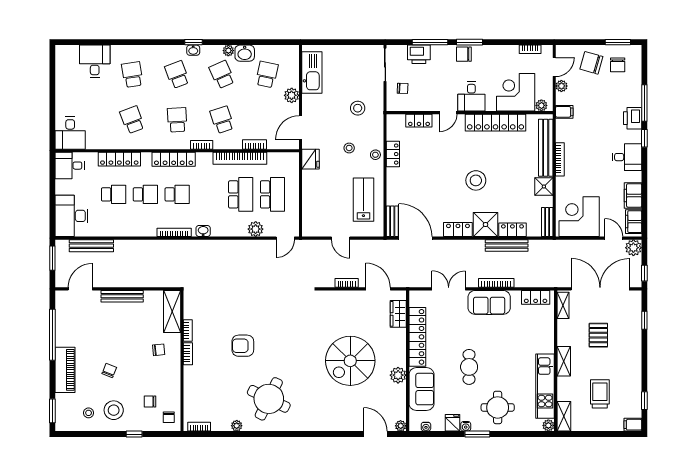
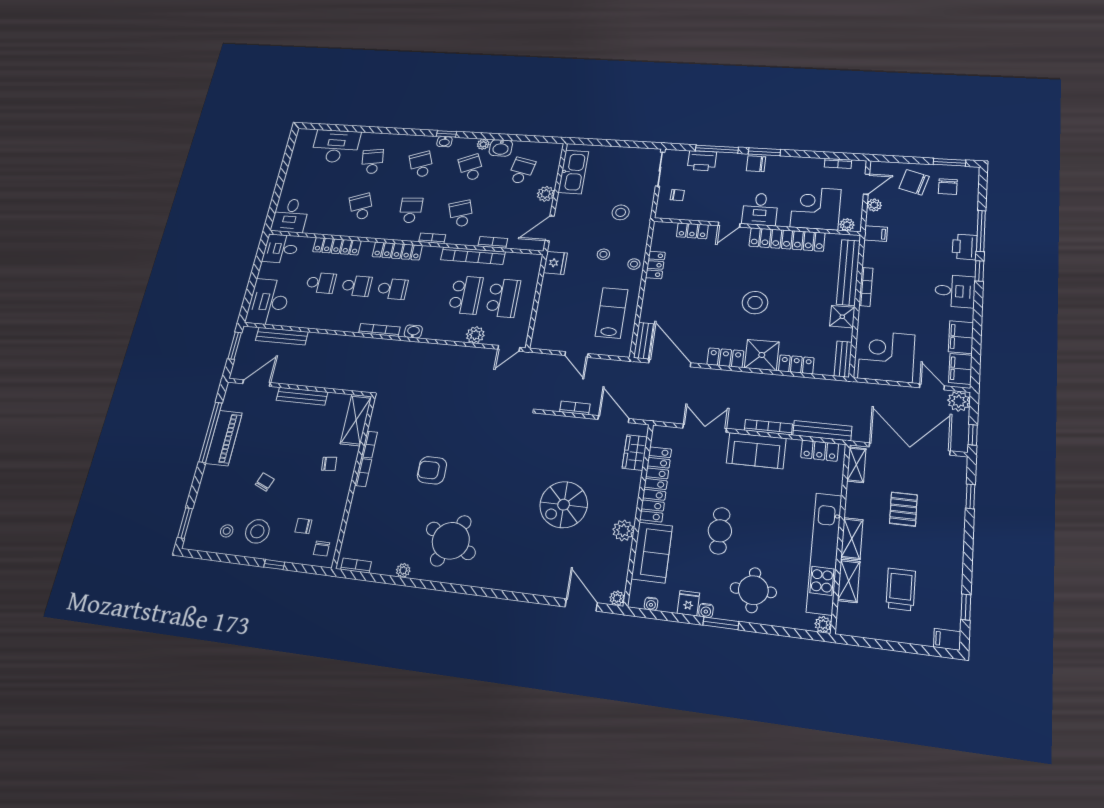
desk: (95, 61) -> (336, 146), width x1.37
bench: (507, 245) -> (822, 431), moved
spiral stairs: (350, 361) -> (564, 505), width x0.73, depth x0.73
piano: (65, 370) -> (224, 438), moved
kitchen unit: (545, 386) -> (824, 553), width x1.36
shelving: (564, 416) -> (849, 581), moved

